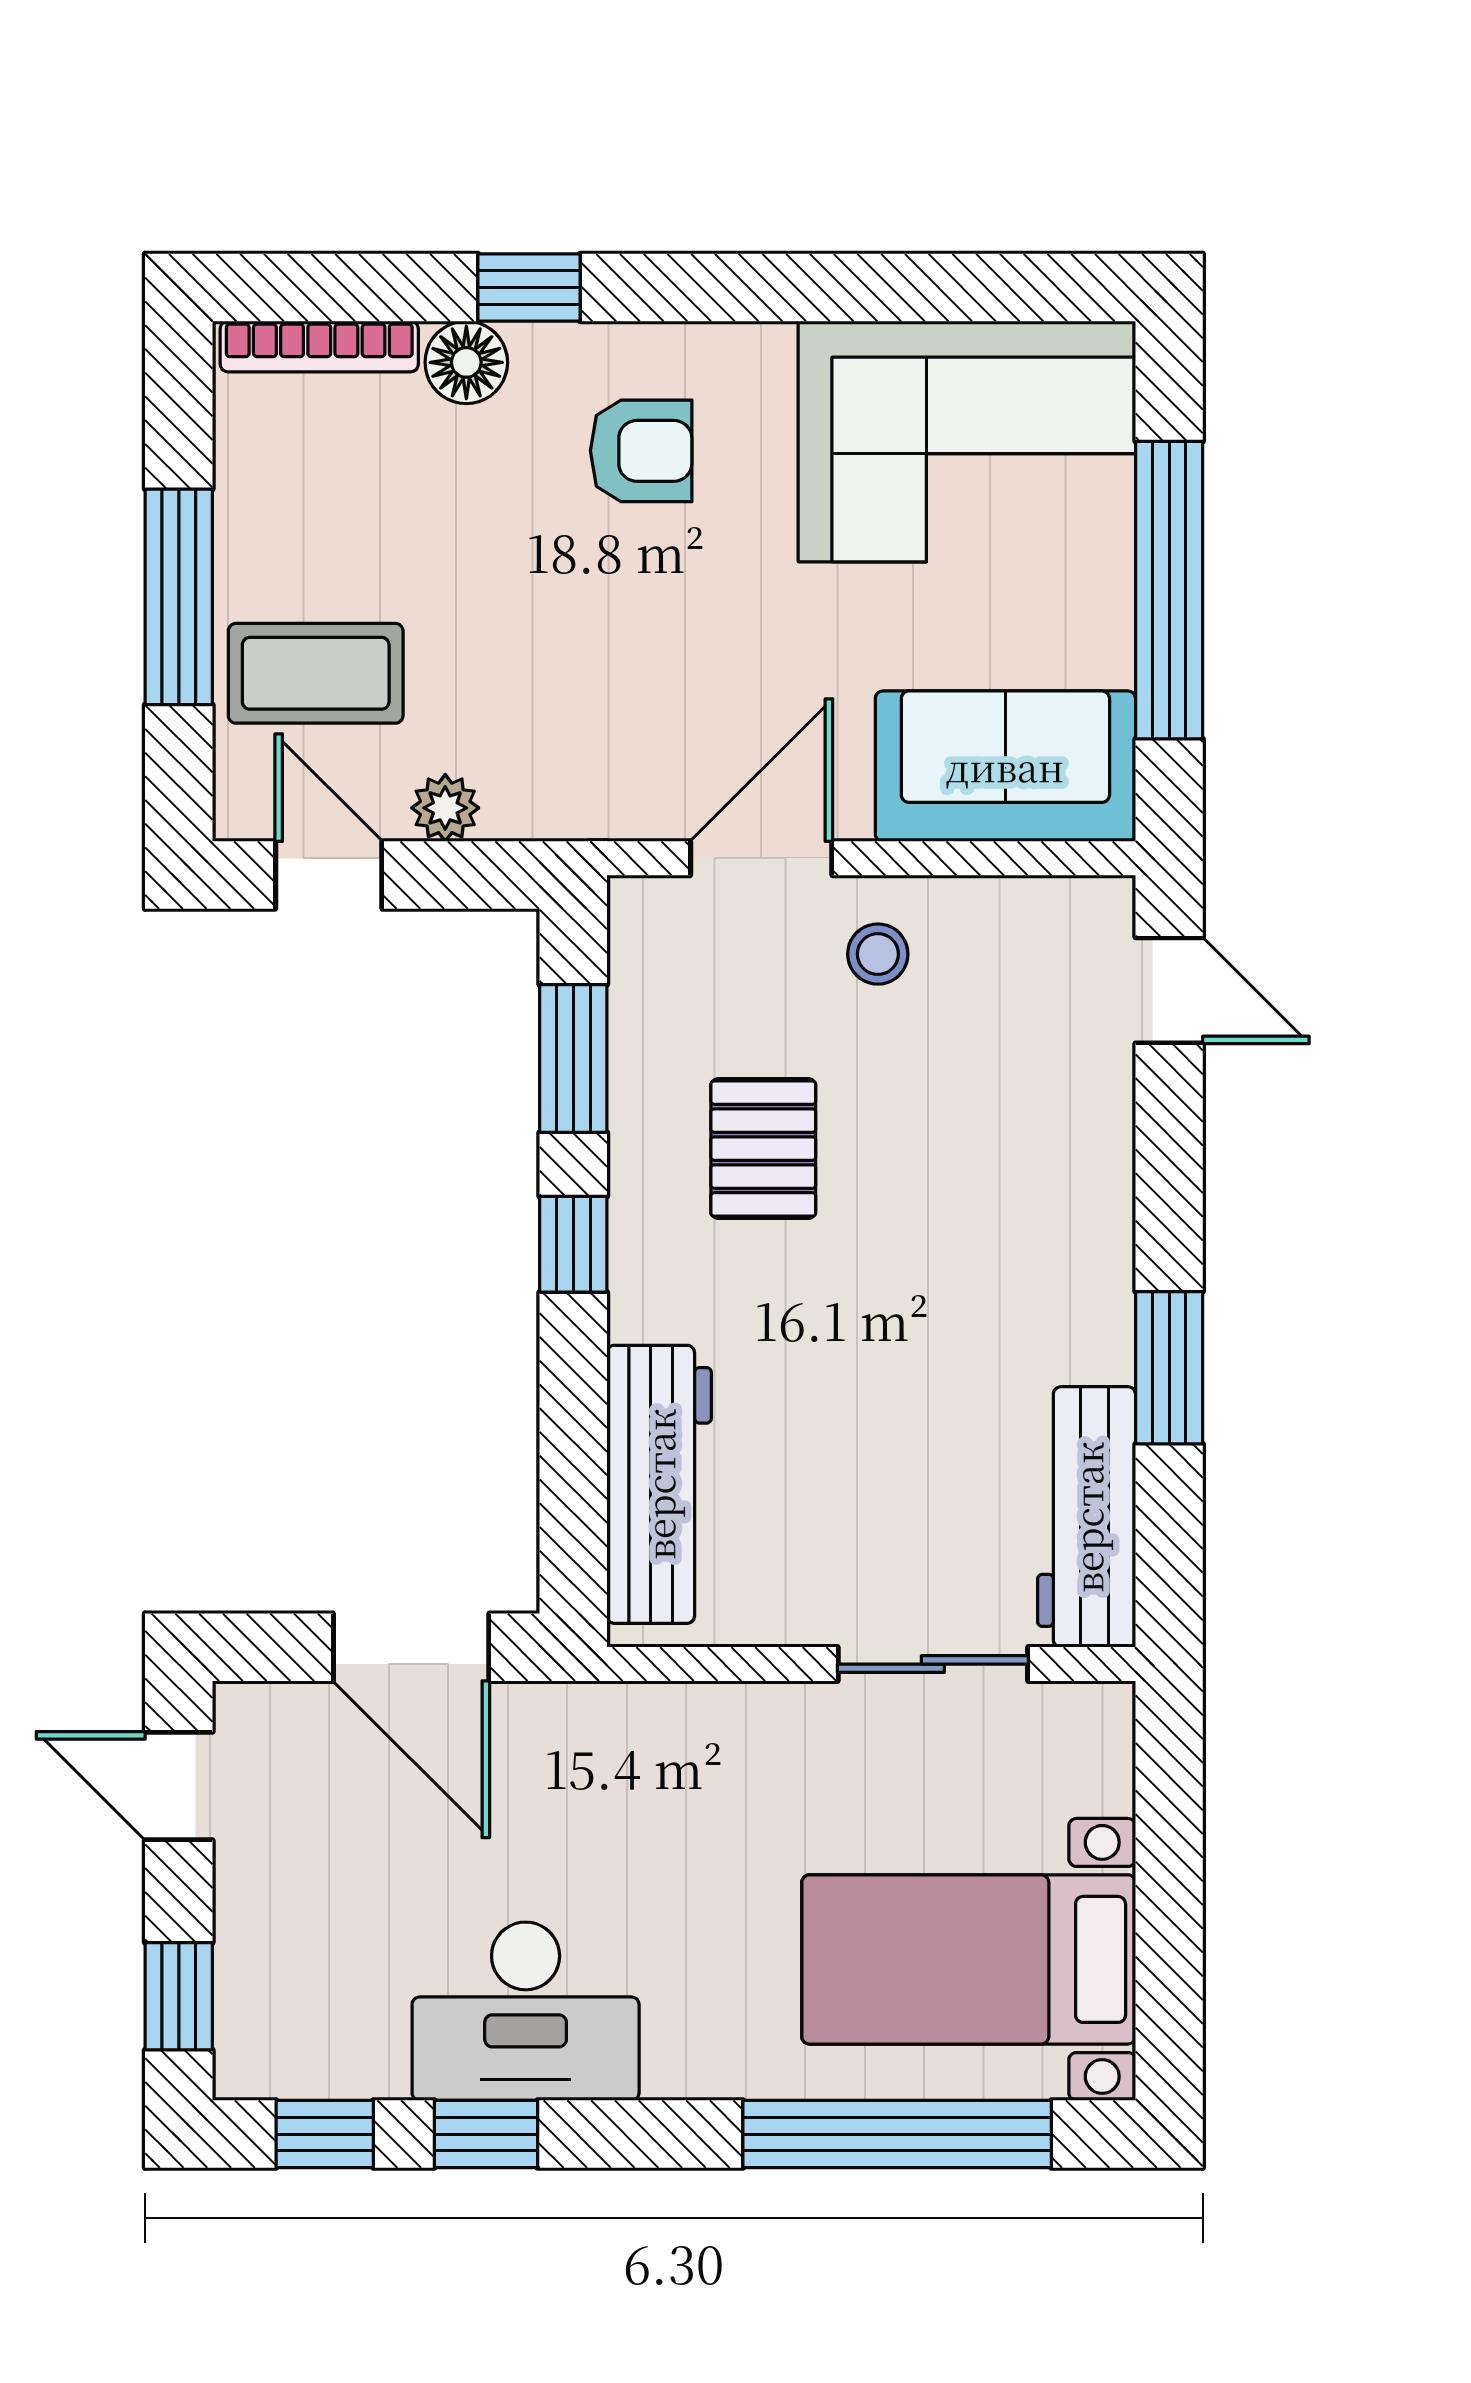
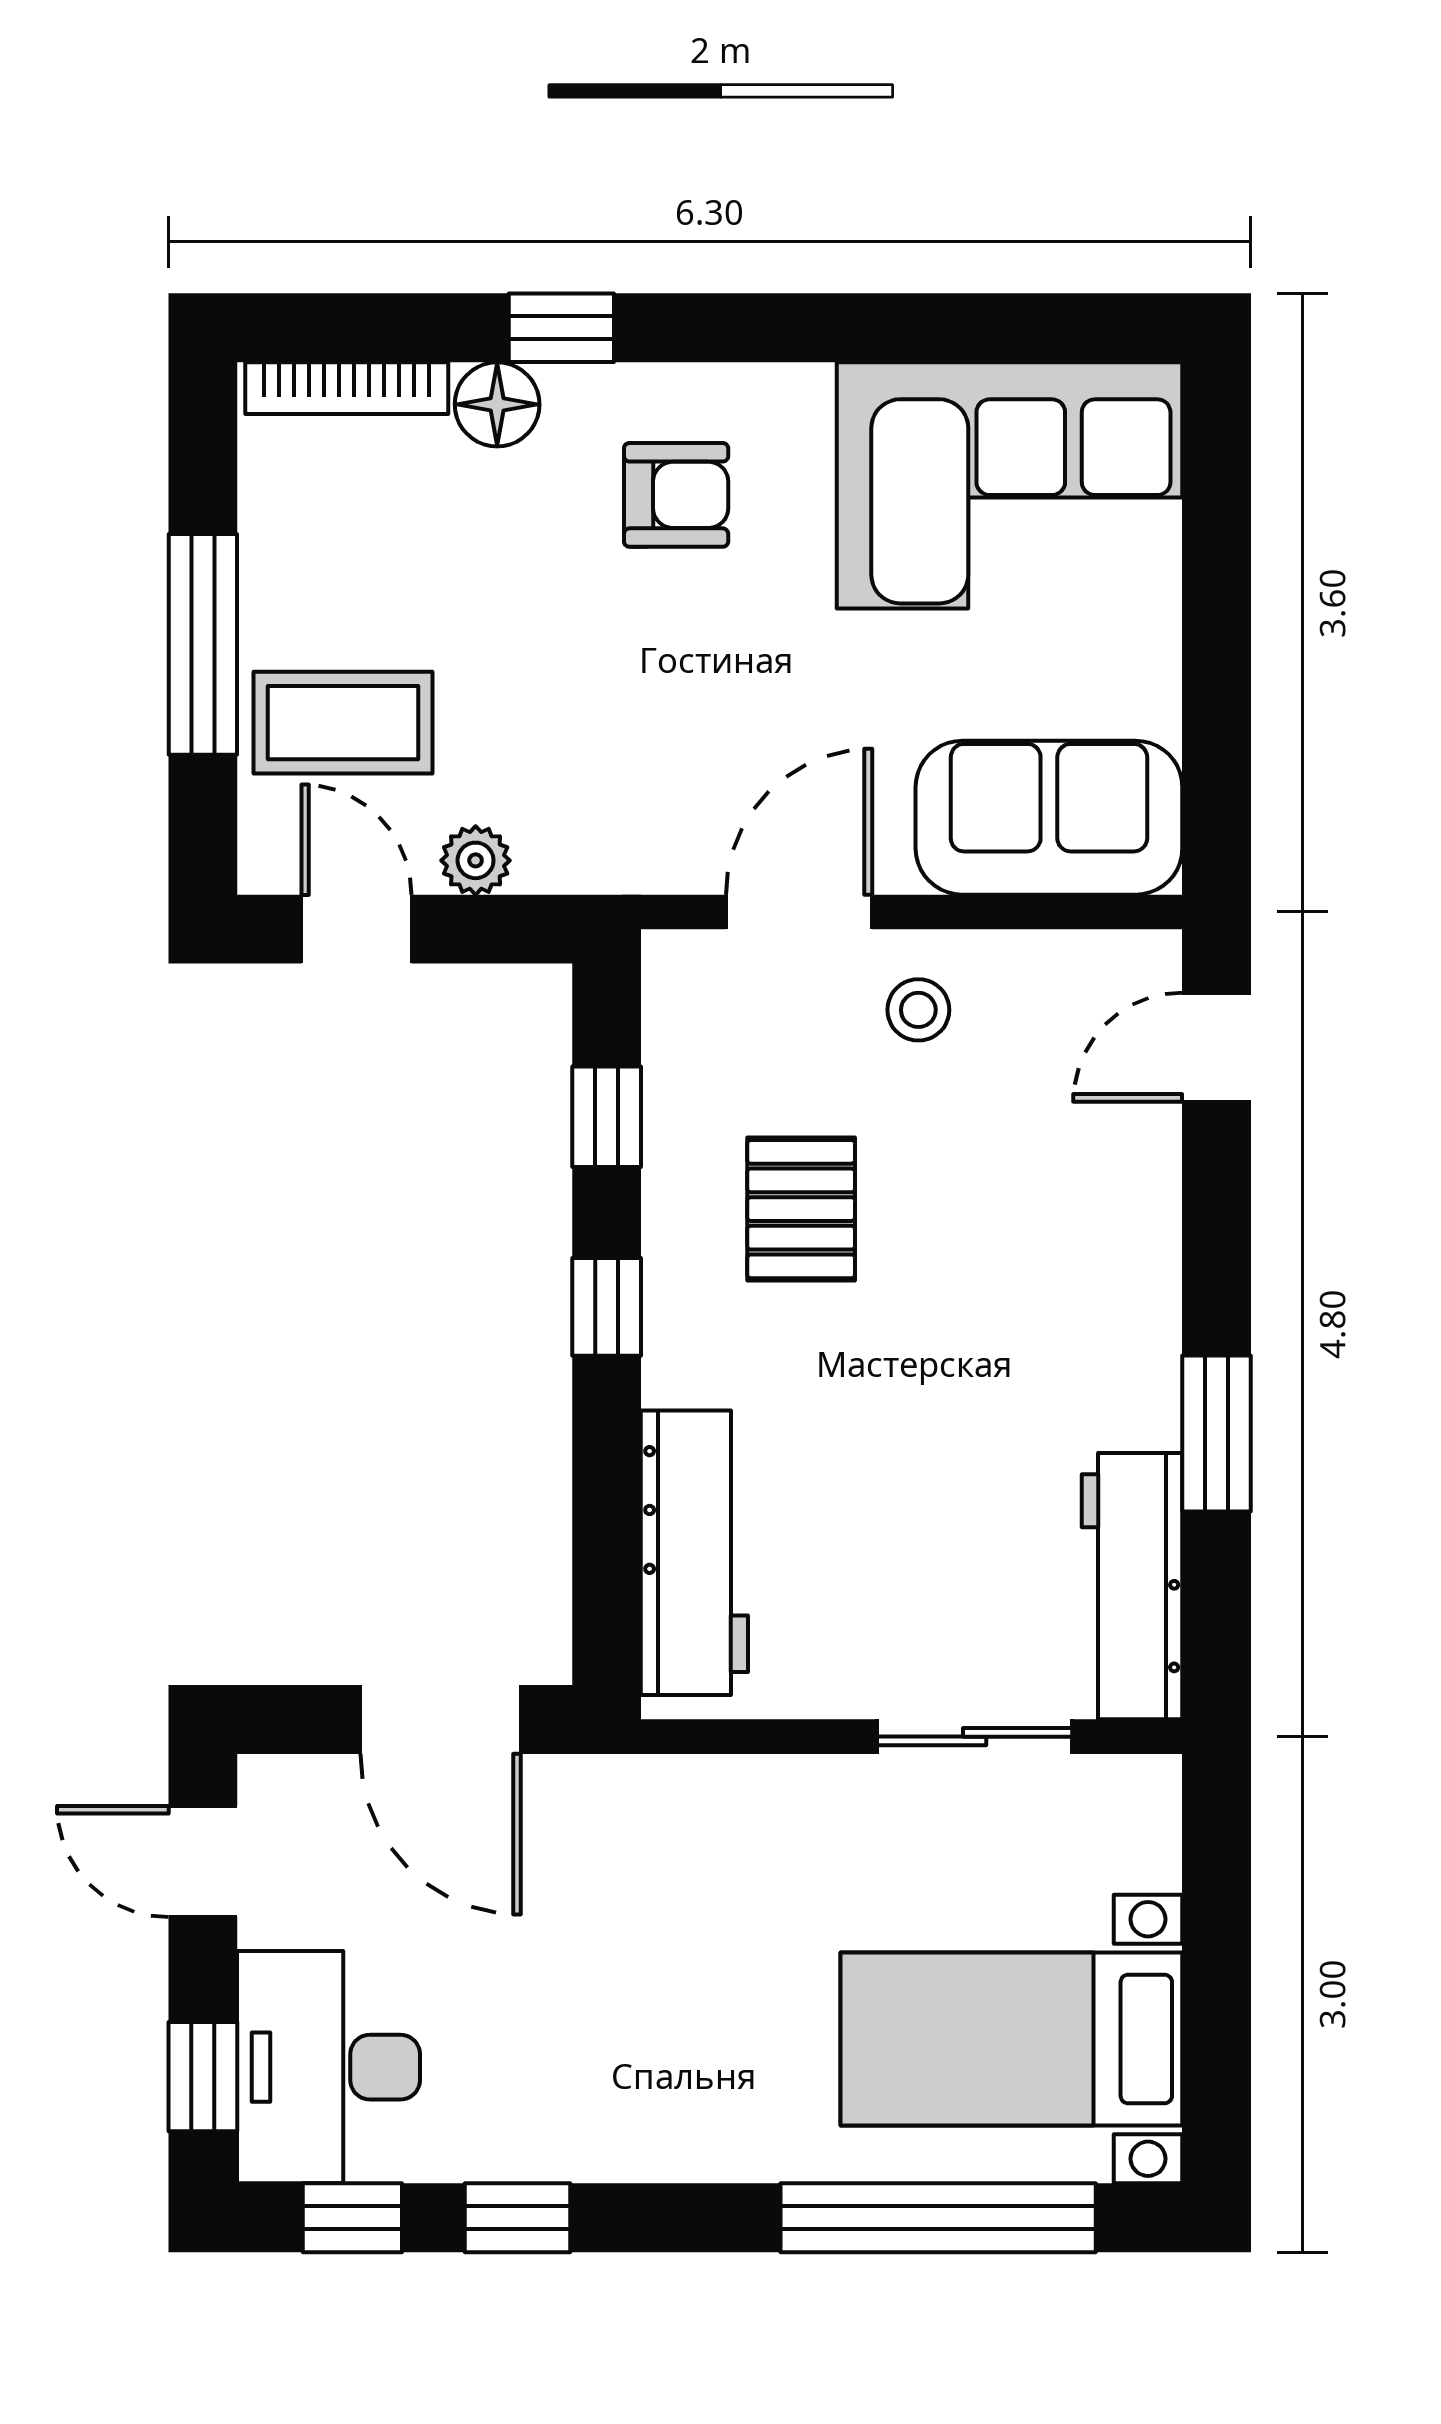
window: (1169, 590) -> (1217, 637), removed
door: (1169, 990) -> (1217, 1047), swing flipped
window: (573, 1058) -> (607, 1117), width x0.67
desk: (526, 2011) -> (329, 2067), moved, turned 90

